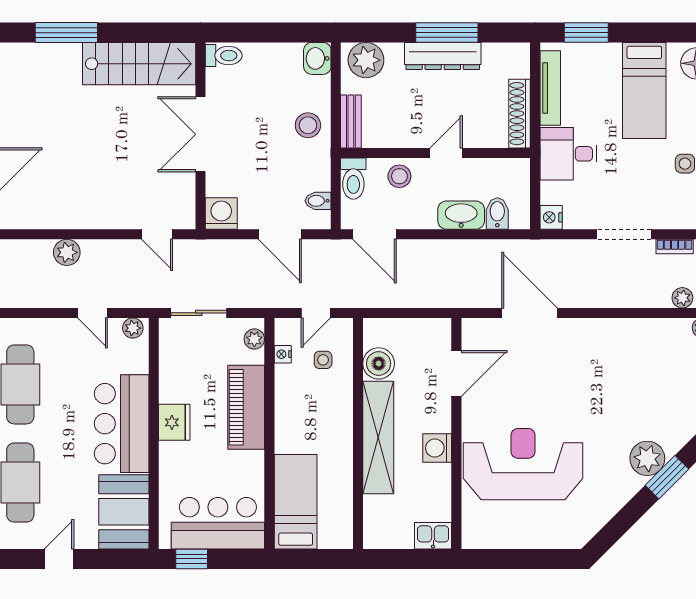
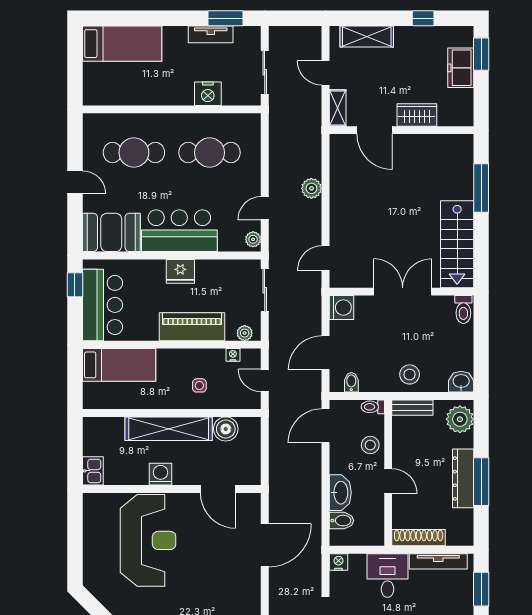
toilet: (353, 179) -> (373, 407), width x0.73, depth x0.72
side table: (323, 360) -> (199, 385), moved

